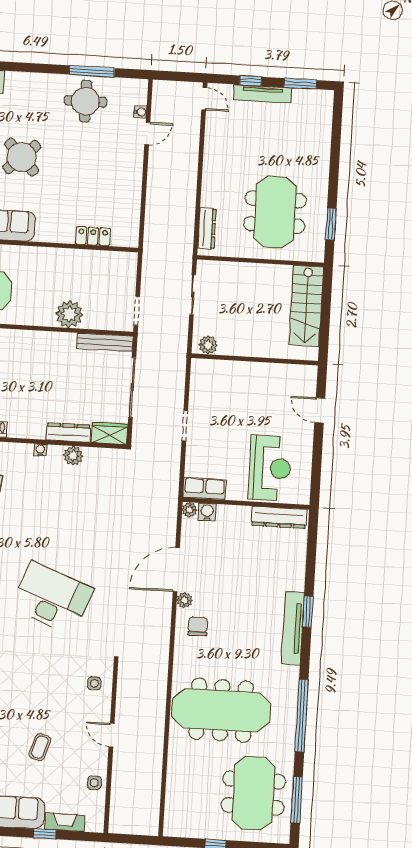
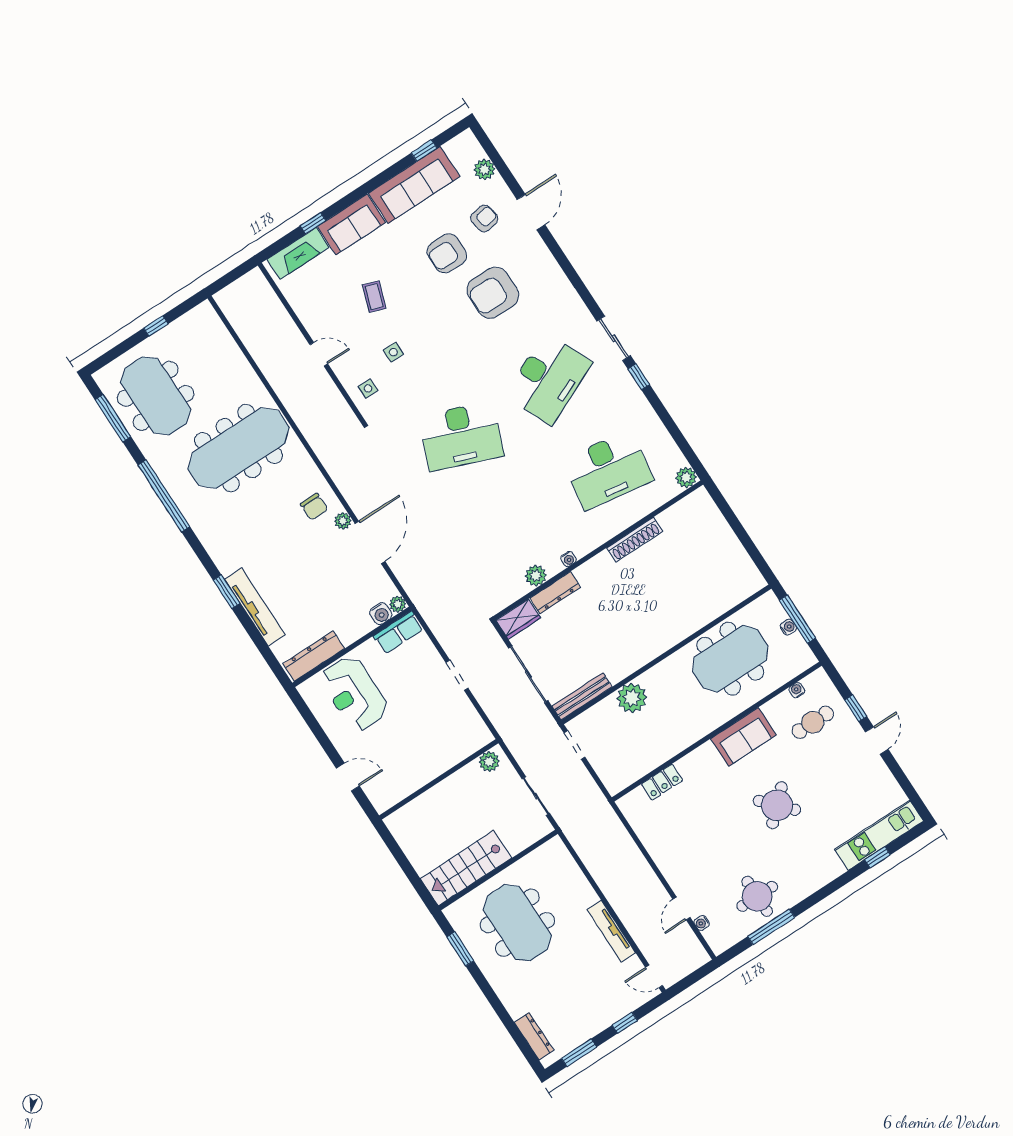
tv unit: (262, 94) -> (611, 931), moved, turned -90
dresser: (207, 228) -> (534, 1036), moved, turned 180
stairs: (306, 306) -> (466, 868), moved, turned -90
tv unit: (293, 628) -> (255, 607), moved
side table: (94, 783) -> (393, 352), moved
fireplace: (65, 822) -> (298, 253), width x1.37, depth x1.32

